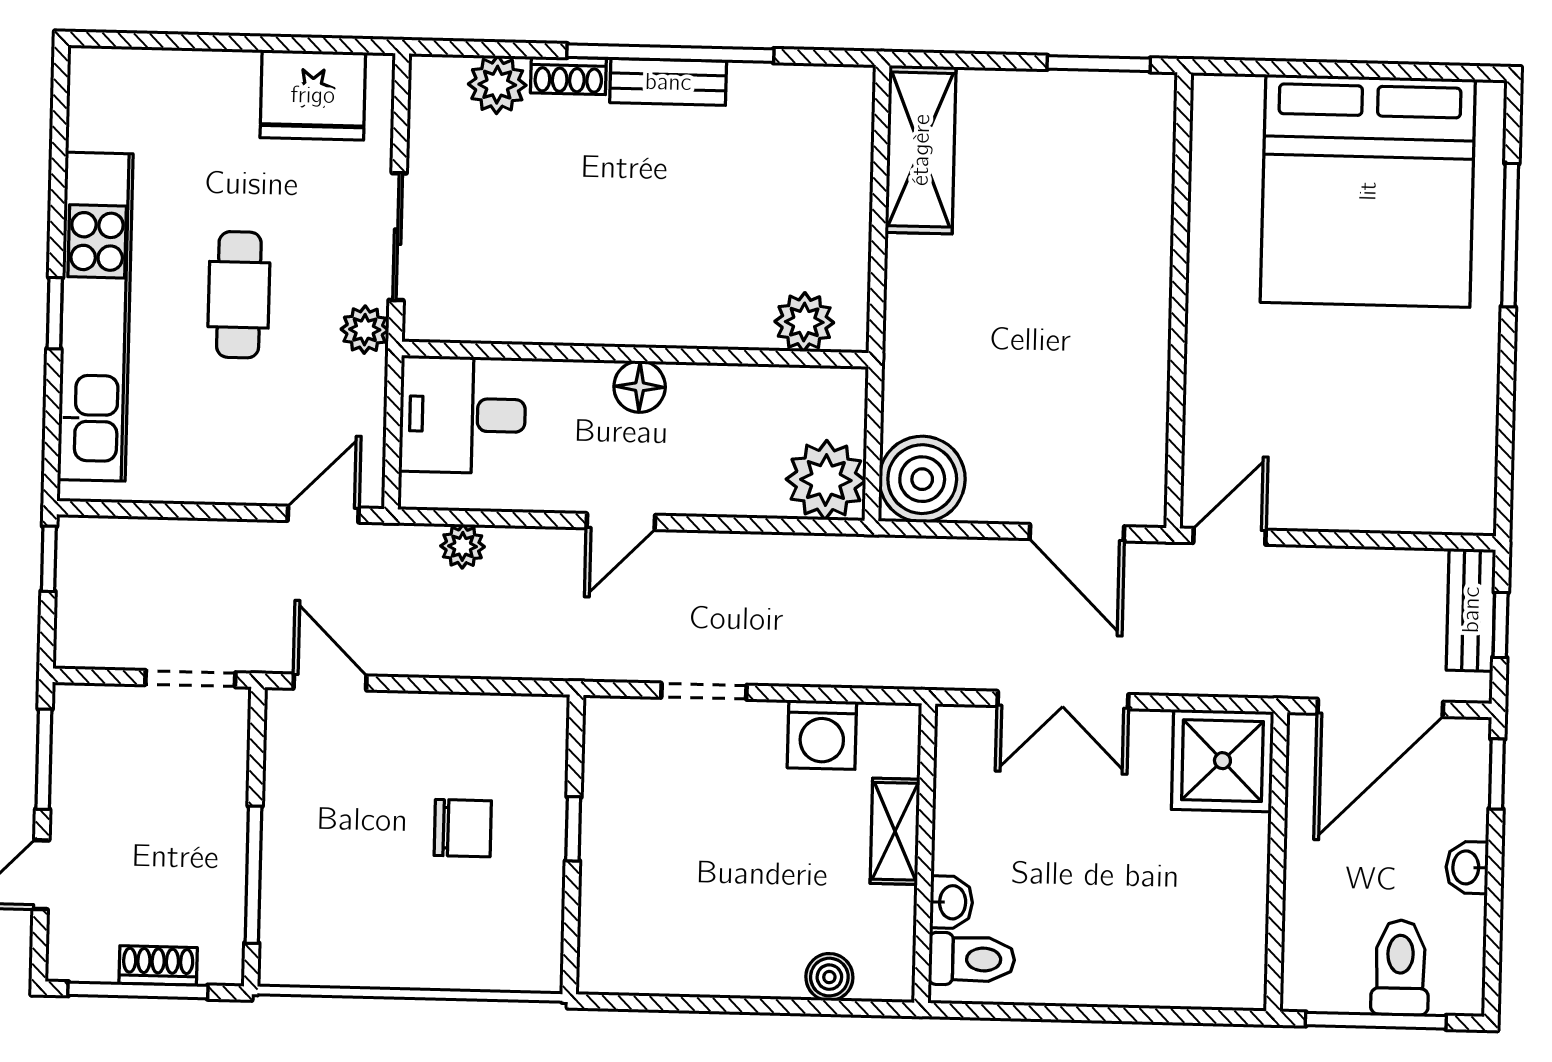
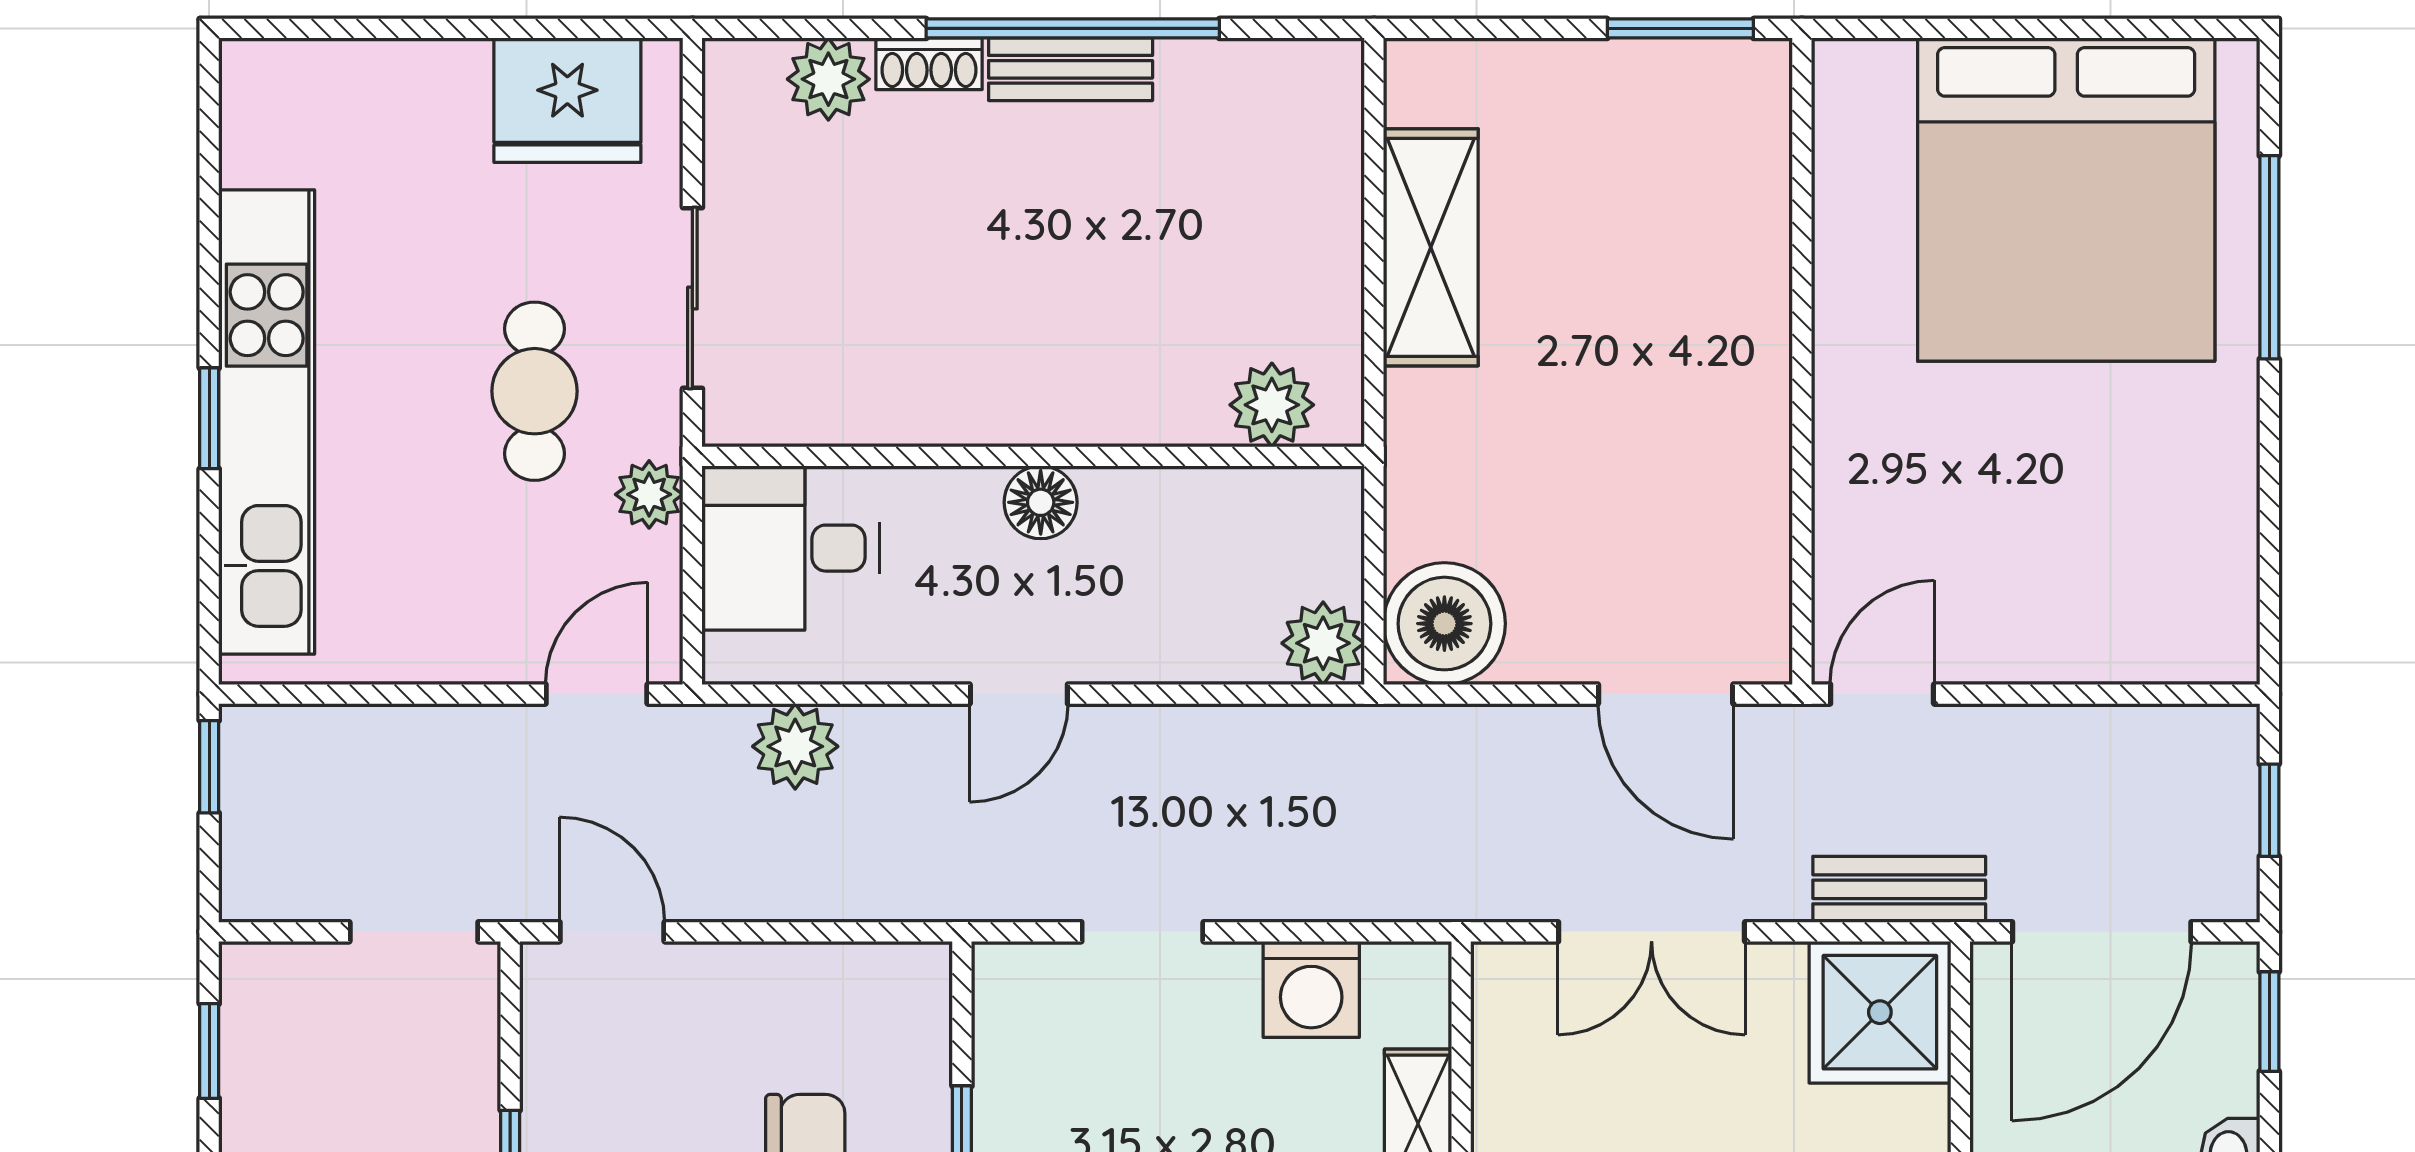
shelving: (921, 150) -> (1431, 247), moved
cafe table: (239, 295) -> (535, 391), moved
plant: (365, 330) -> (649, 494), moved
plant: (826, 480) -> (1323, 643), width x0.73, depth x0.73
plant: (463, 546) -> (795, 746), width x1.38, depth x1.38
bench: (1471, 610) -> (1899, 889), moved, turned 90
window: (44, 759) -> (209, 1051), width x0.67

